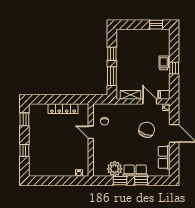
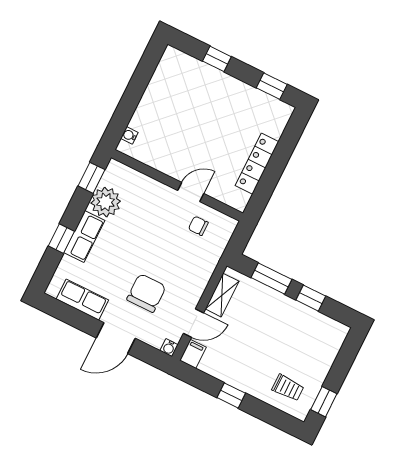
trolley: (164, 63) -> (288, 388), moved
chair: (147, 130) -> (146, 293), turned -109
window: (120, 181) -> (92, 178), moved

